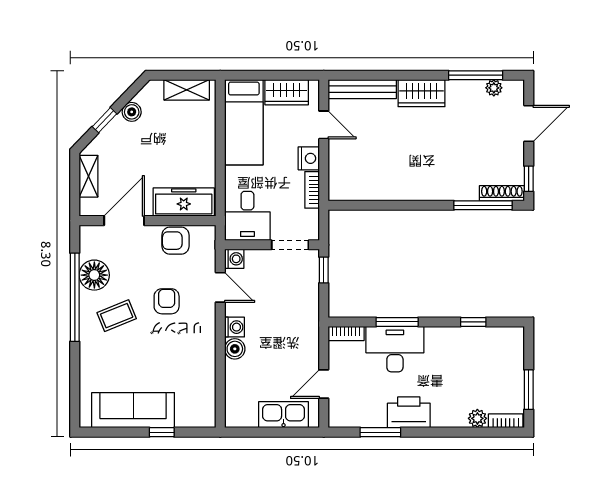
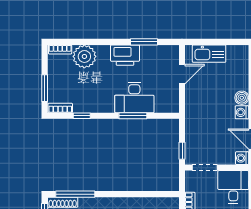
bookcase: (346, 334) -> (60, 108), moved
window: (529, 390) -> (45, 88), moved
plant: (477, 418) -> (84, 56), width x1.88, depth x1.88

